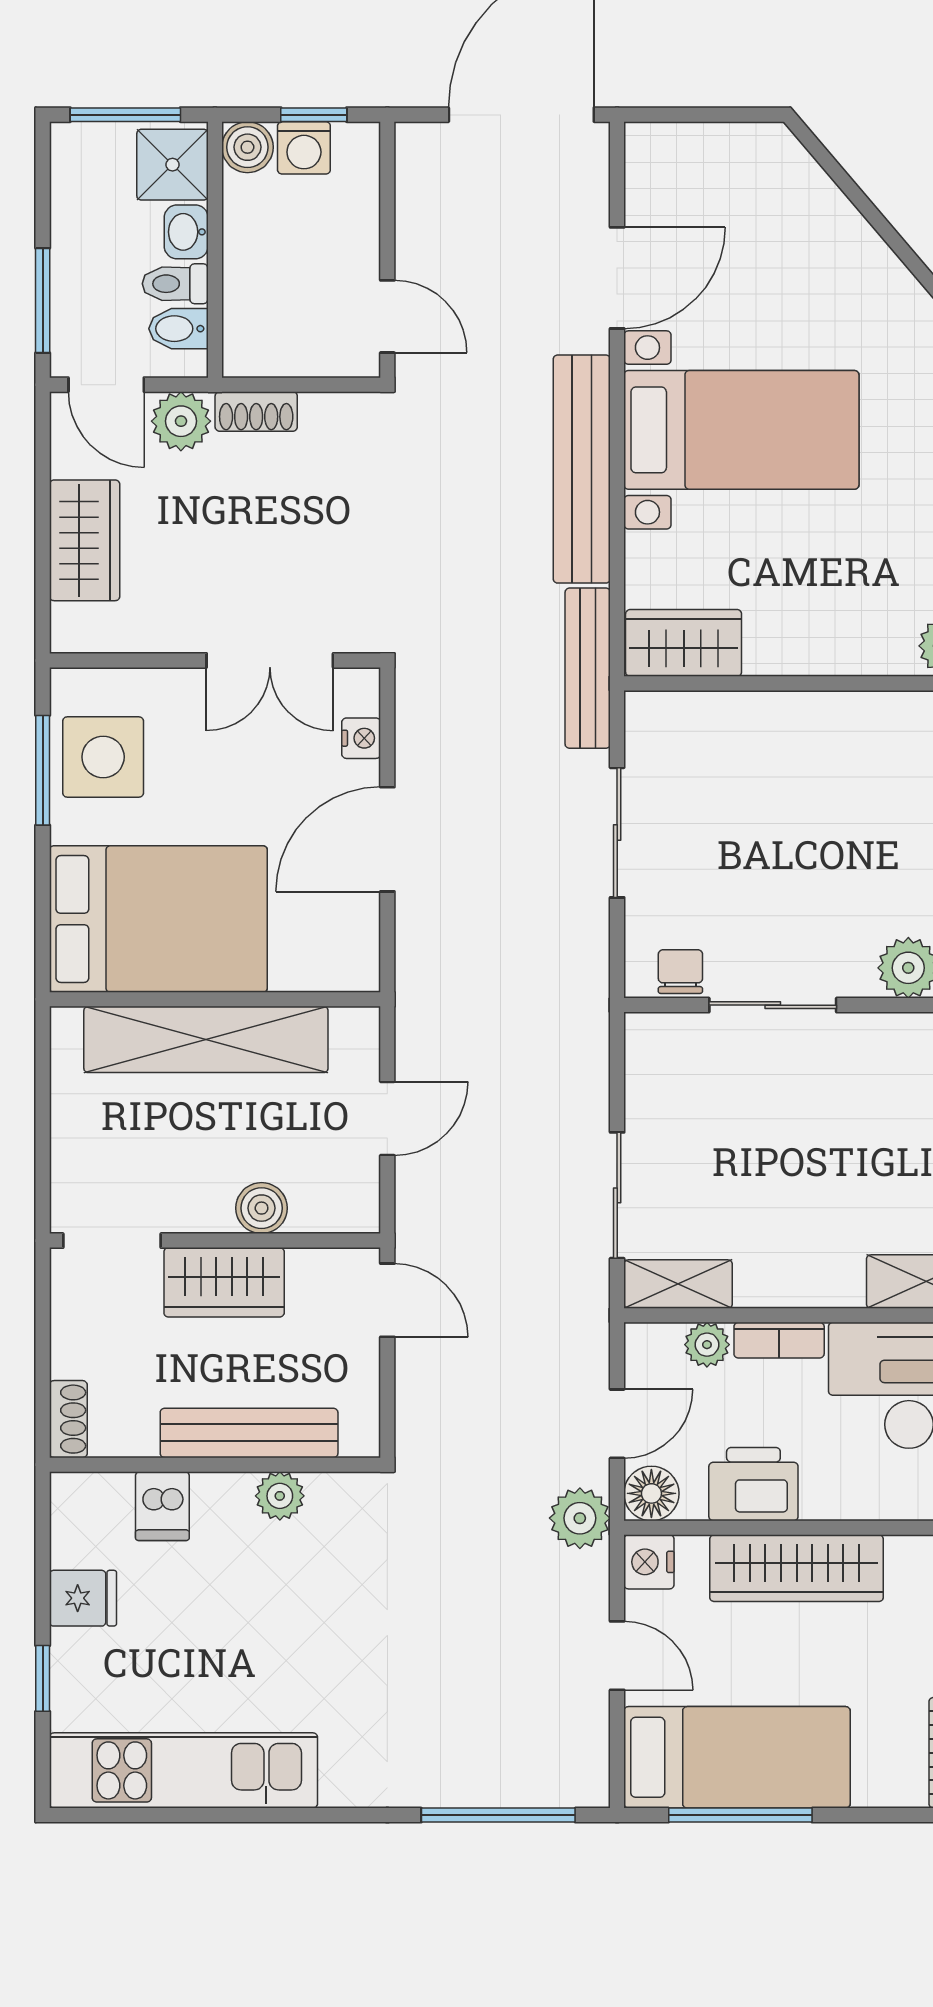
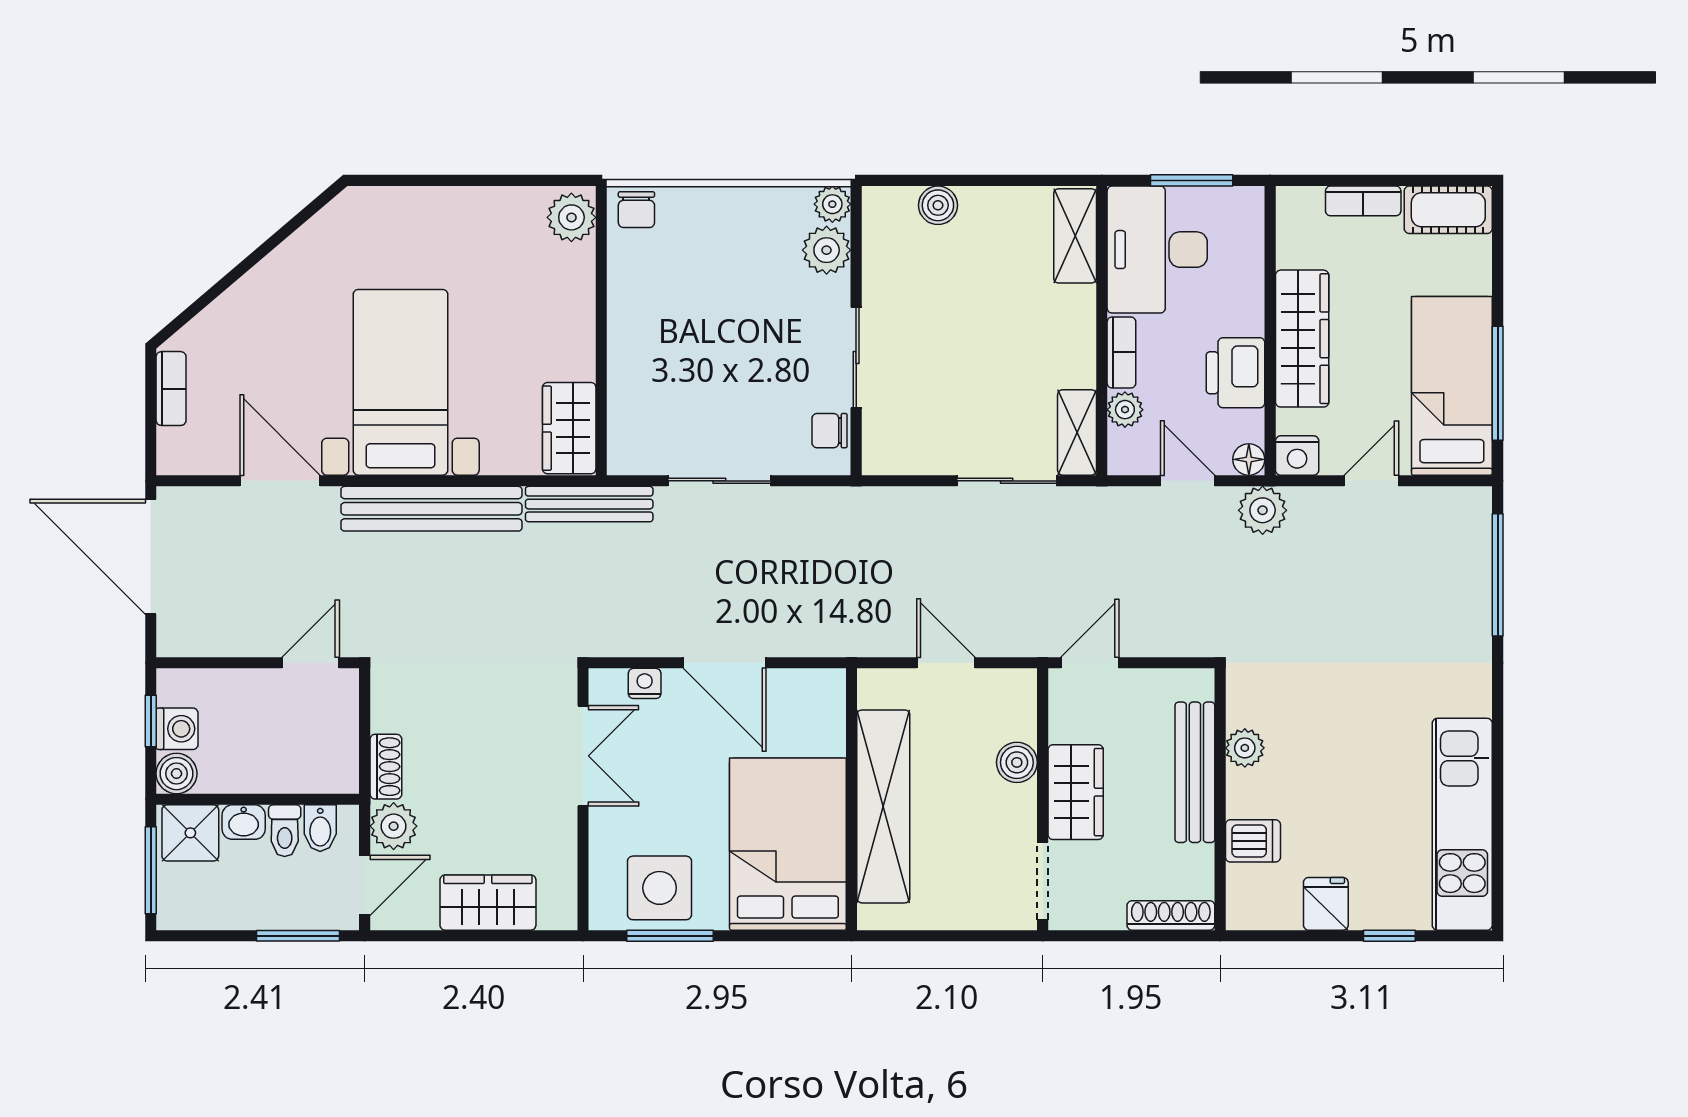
bookcase: (734, 140) -> (171, 389), added
shoe rack: (68, 1419) -> (1171, 915), width x1.43
floor lamp: (651, 1493) -> (1249, 459), width x0.73, depth x0.73

